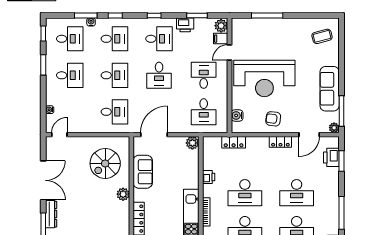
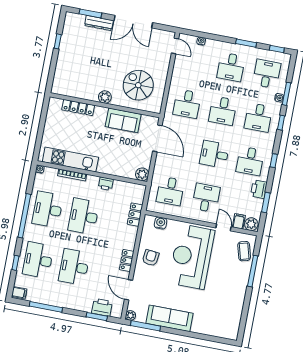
coffee table: (322, 36) -> (244, 251), moved
desk: (70, 39) -> (267, 74), turned 180
desk: (204, 75) -> (206, 198), turned -90
desk: (204, 112) -> (170, 191), turned -90

